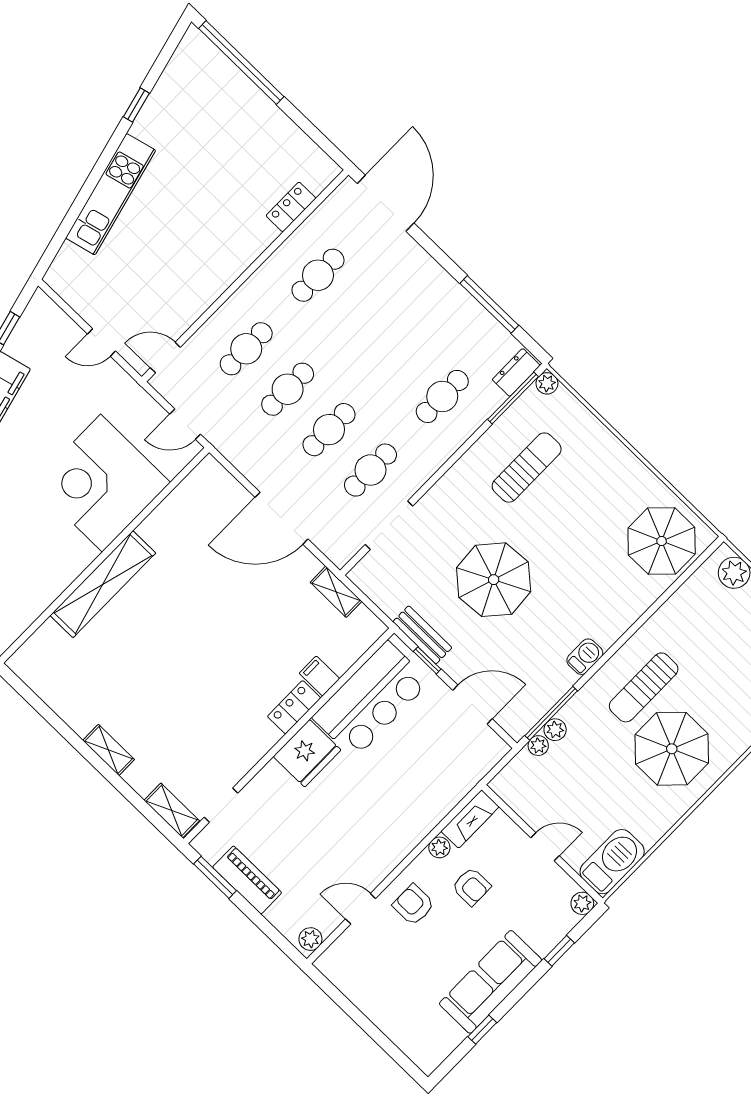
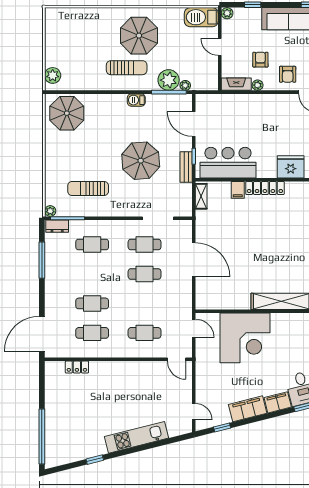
door: (101, 343) -> (194, 412), moved
cafe table: (288, 389) -> (92, 303), moved
shelving: (336, 592) -> (201, 196), moved
locker: (294, 707) -> (265, 188), width x1.53
plant: (555, 730) -> (169, 80), width x1.88, depth x1.88
fridge: (307, 753) -> (291, 167), moved

